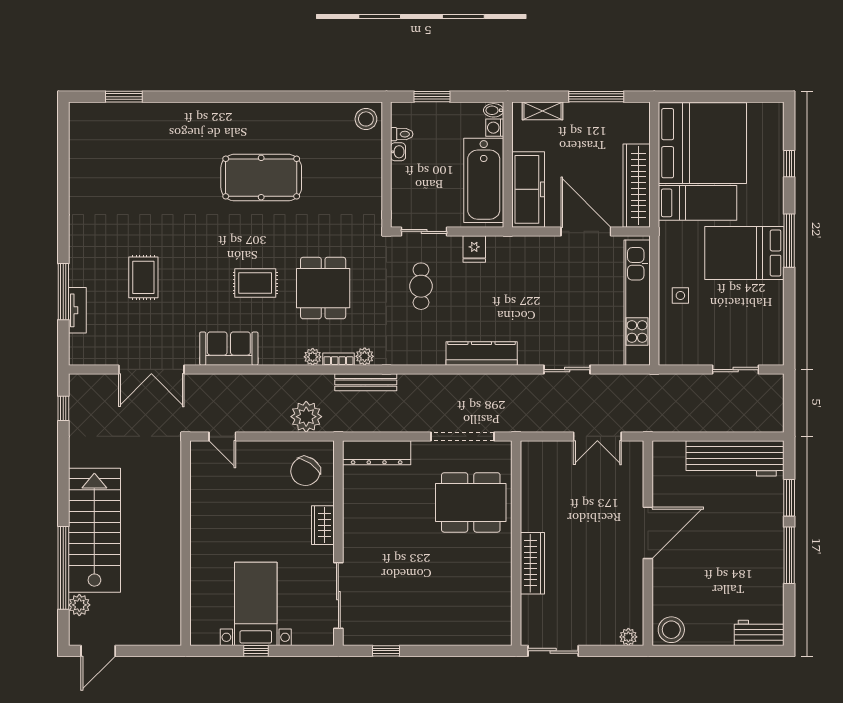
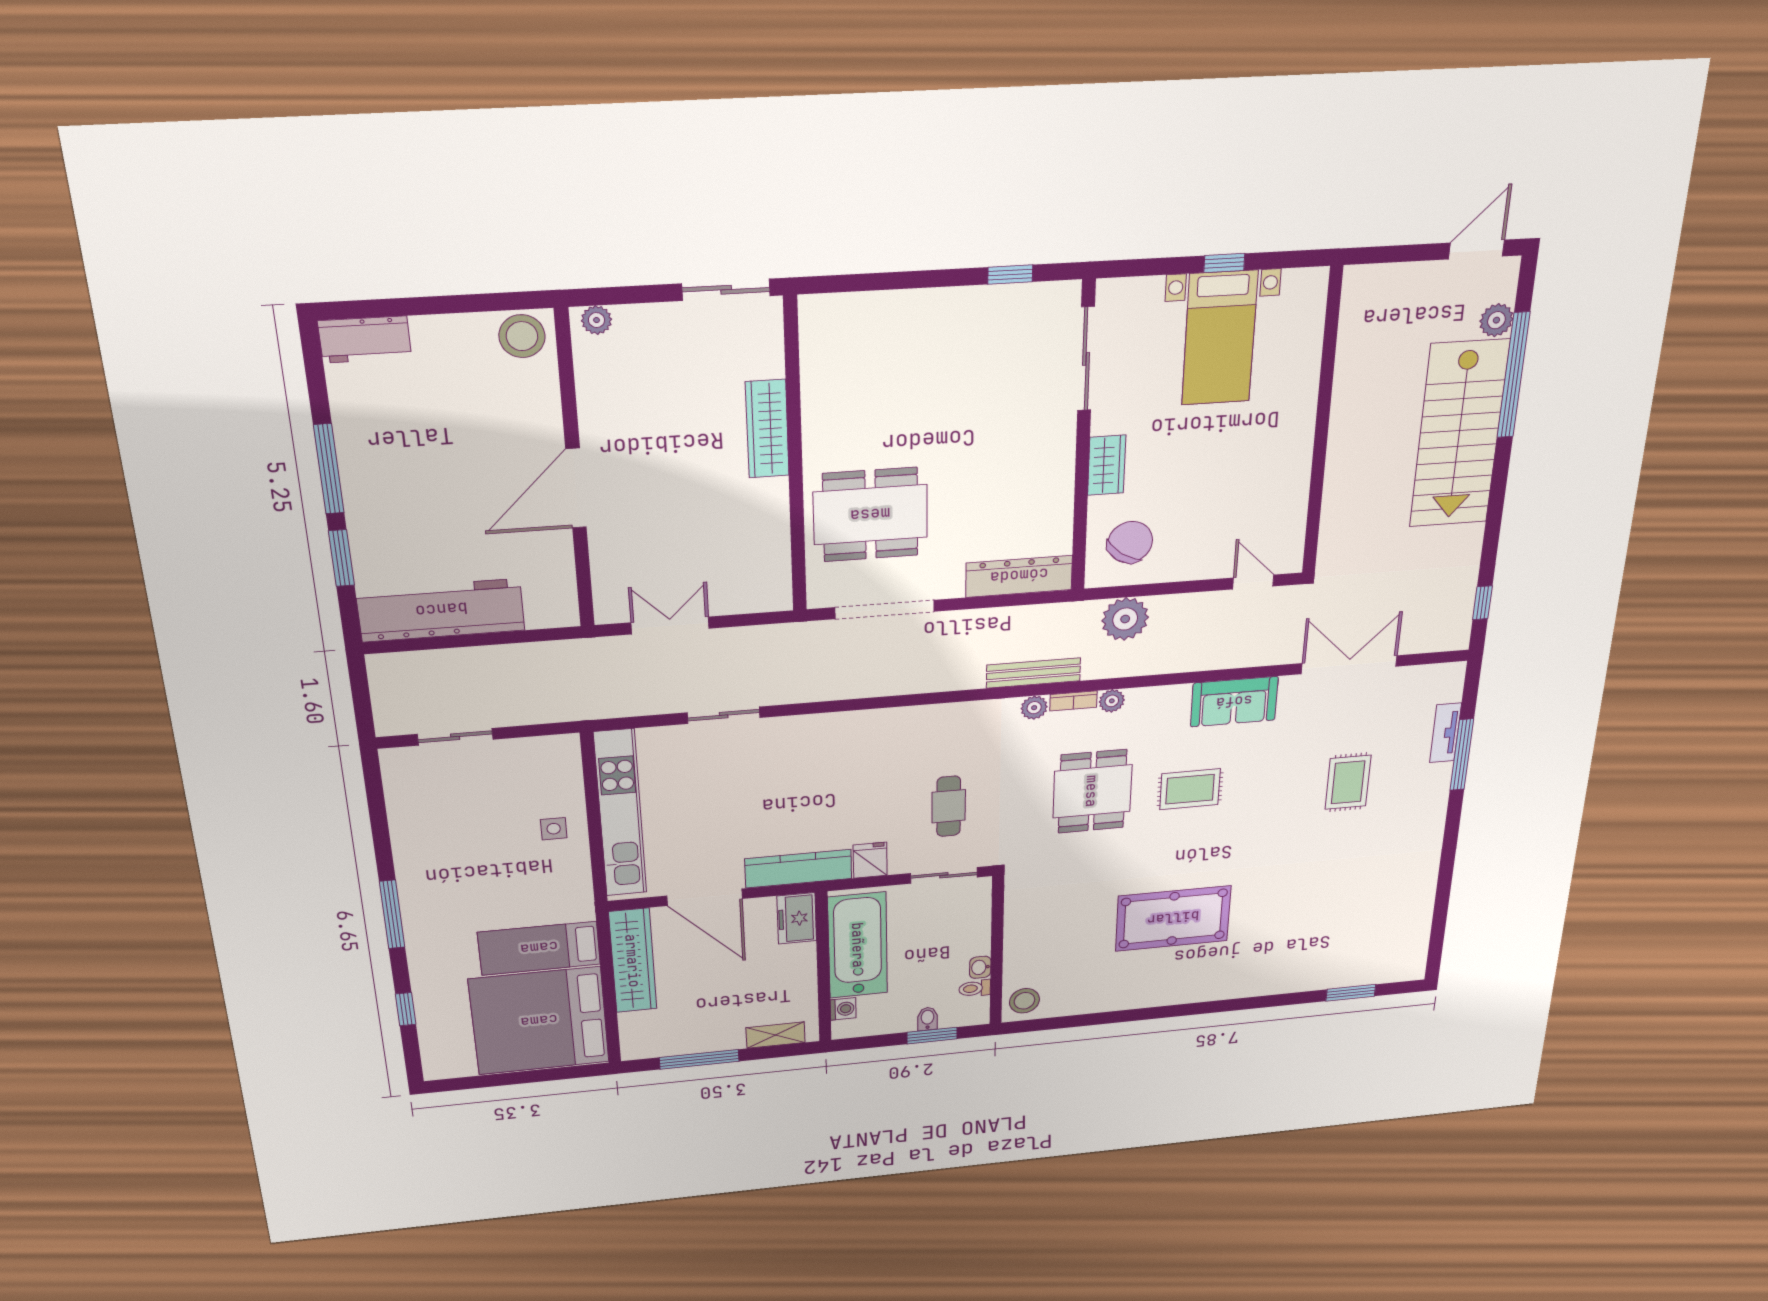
bidet: (494, 110) -> (928, 1019), moved, turned -90
freezer: (528, 189) -> (797, 918), width x0.52, depth x0.79
bed: (744, 253) -> (460, 892), removed
kitchen counter: (482, 354) -> (798, 869), moved, turned 180

